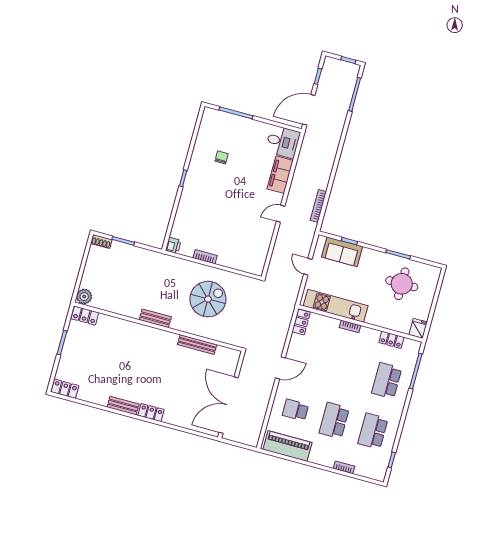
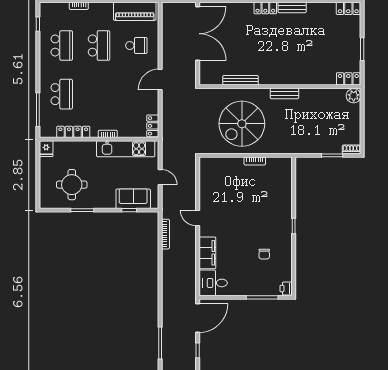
door: (281, 214) -> (198, 218), swing flipped
printer: (173, 245) -> (286, 289), moved
spiral stairs: (208, 299) -> (242, 124), width x1.37, depth x1.37
locker: (391, 340) -> (73, 132), width x1.53

